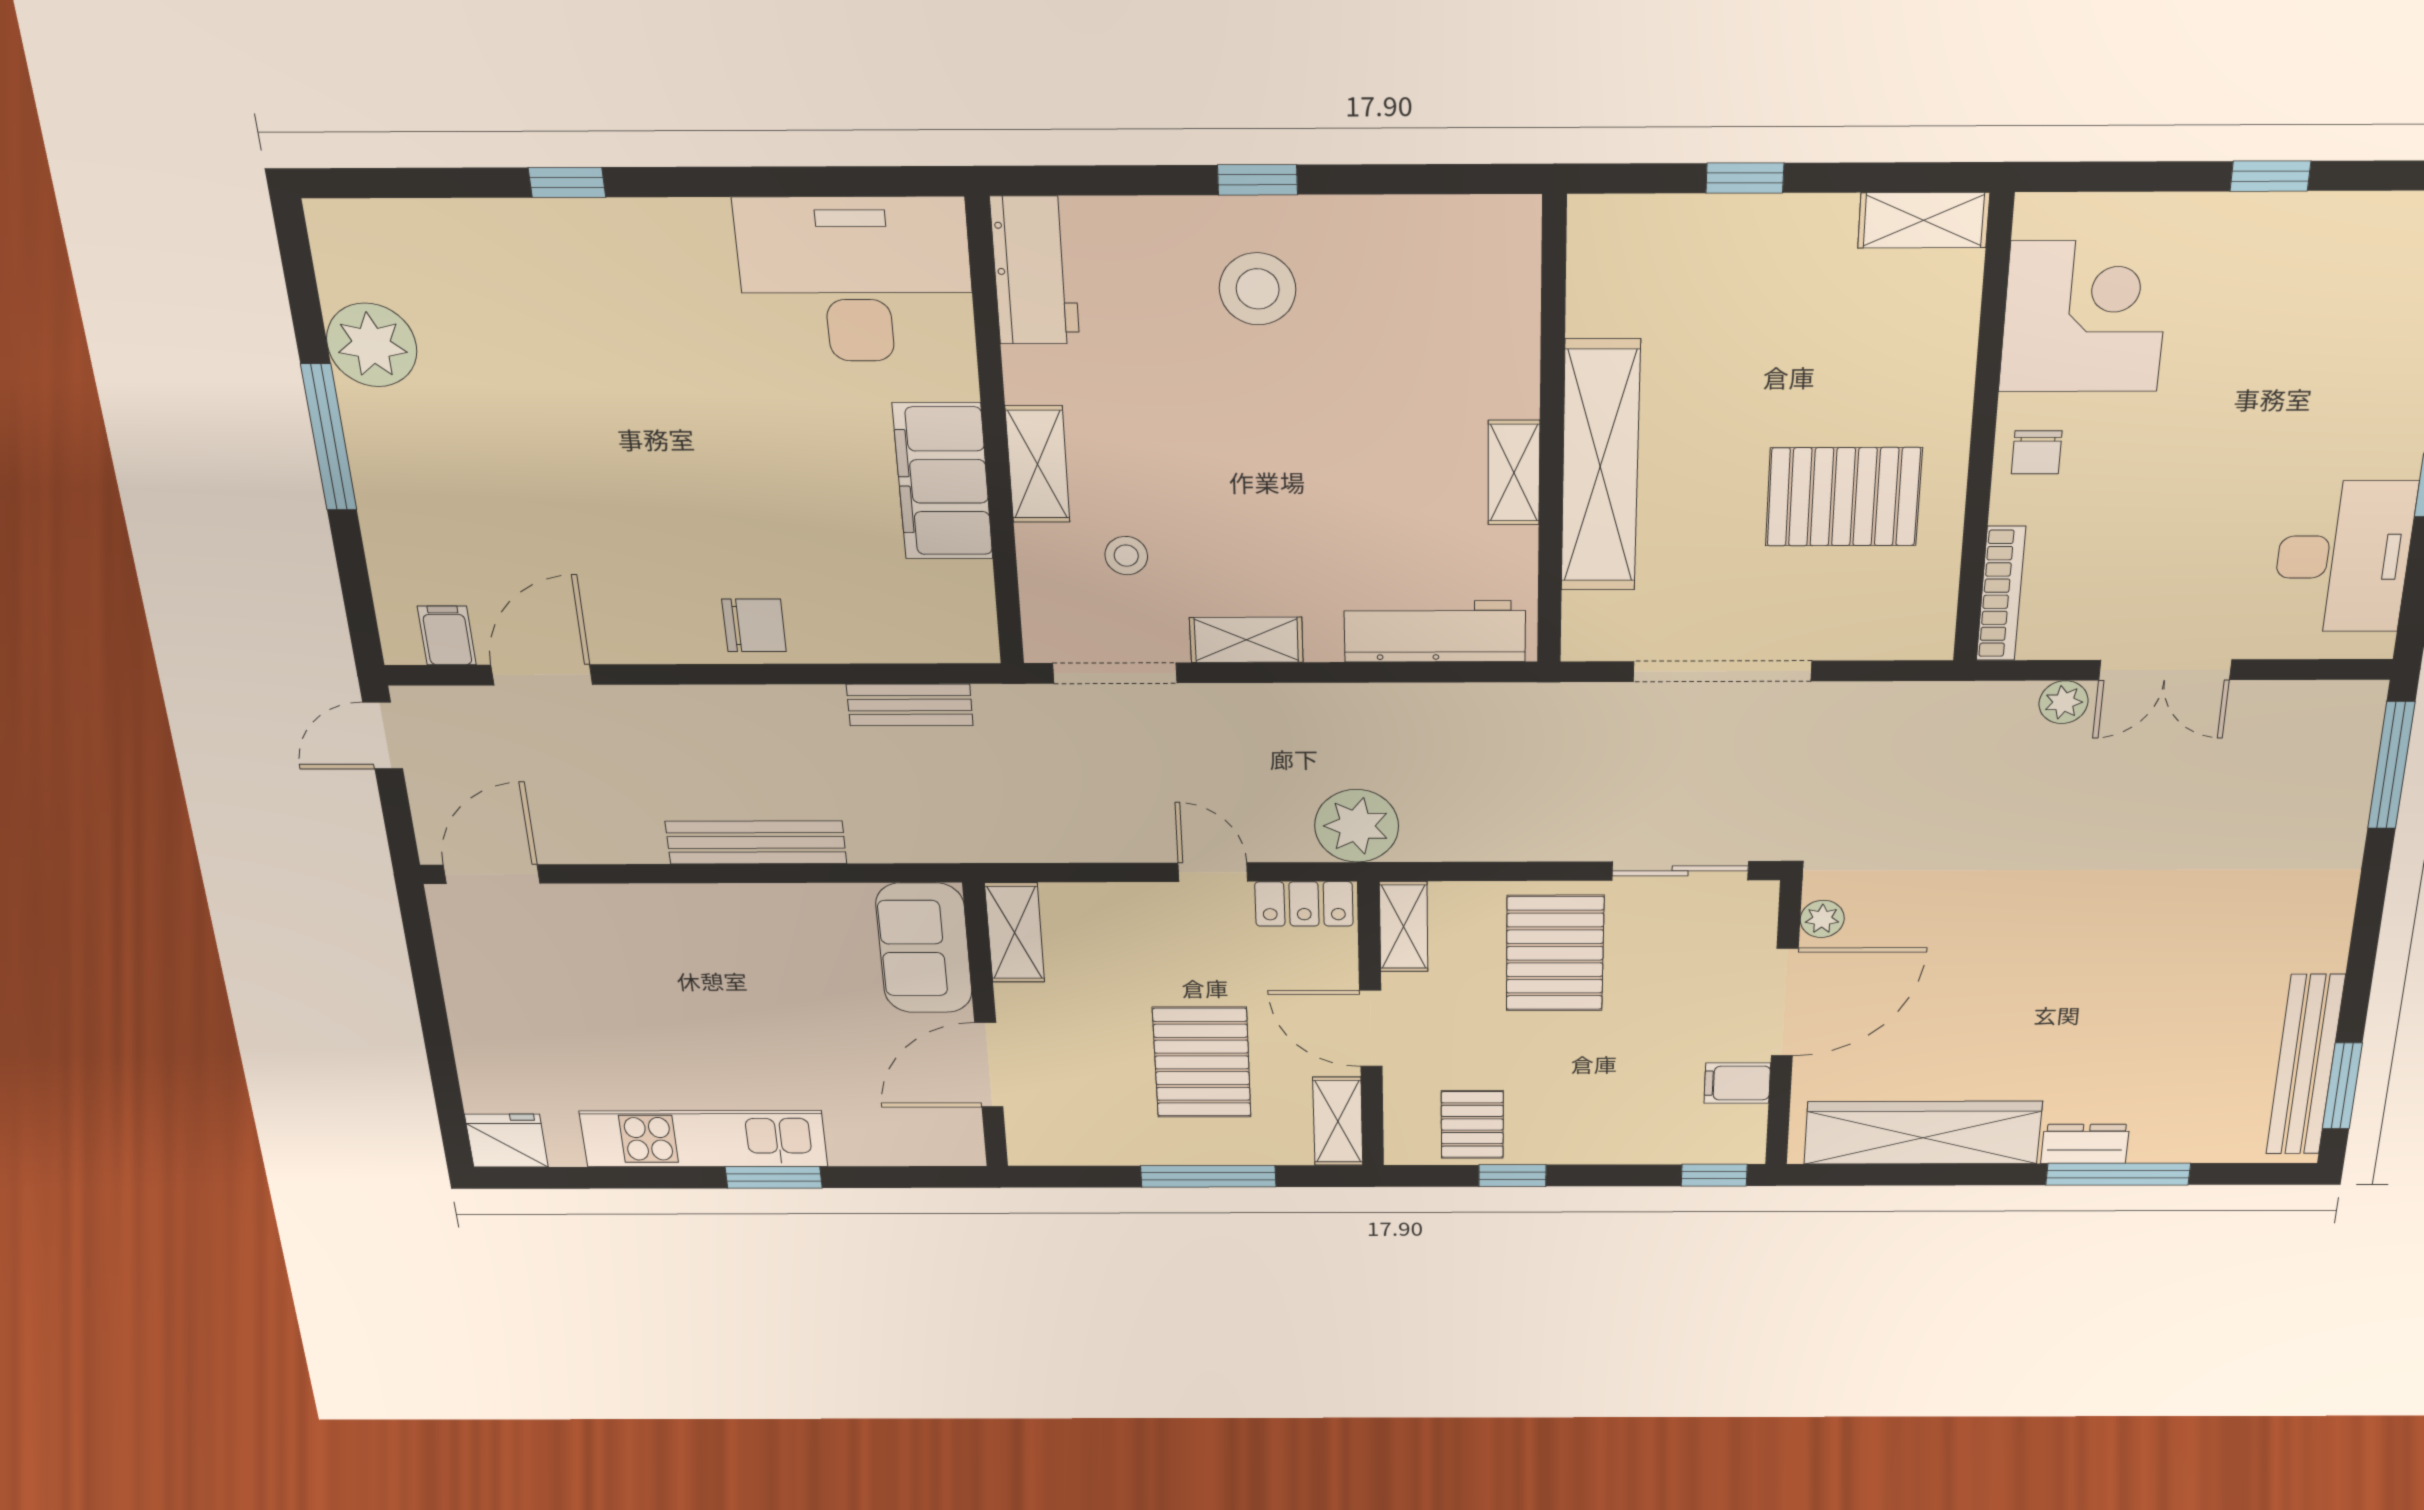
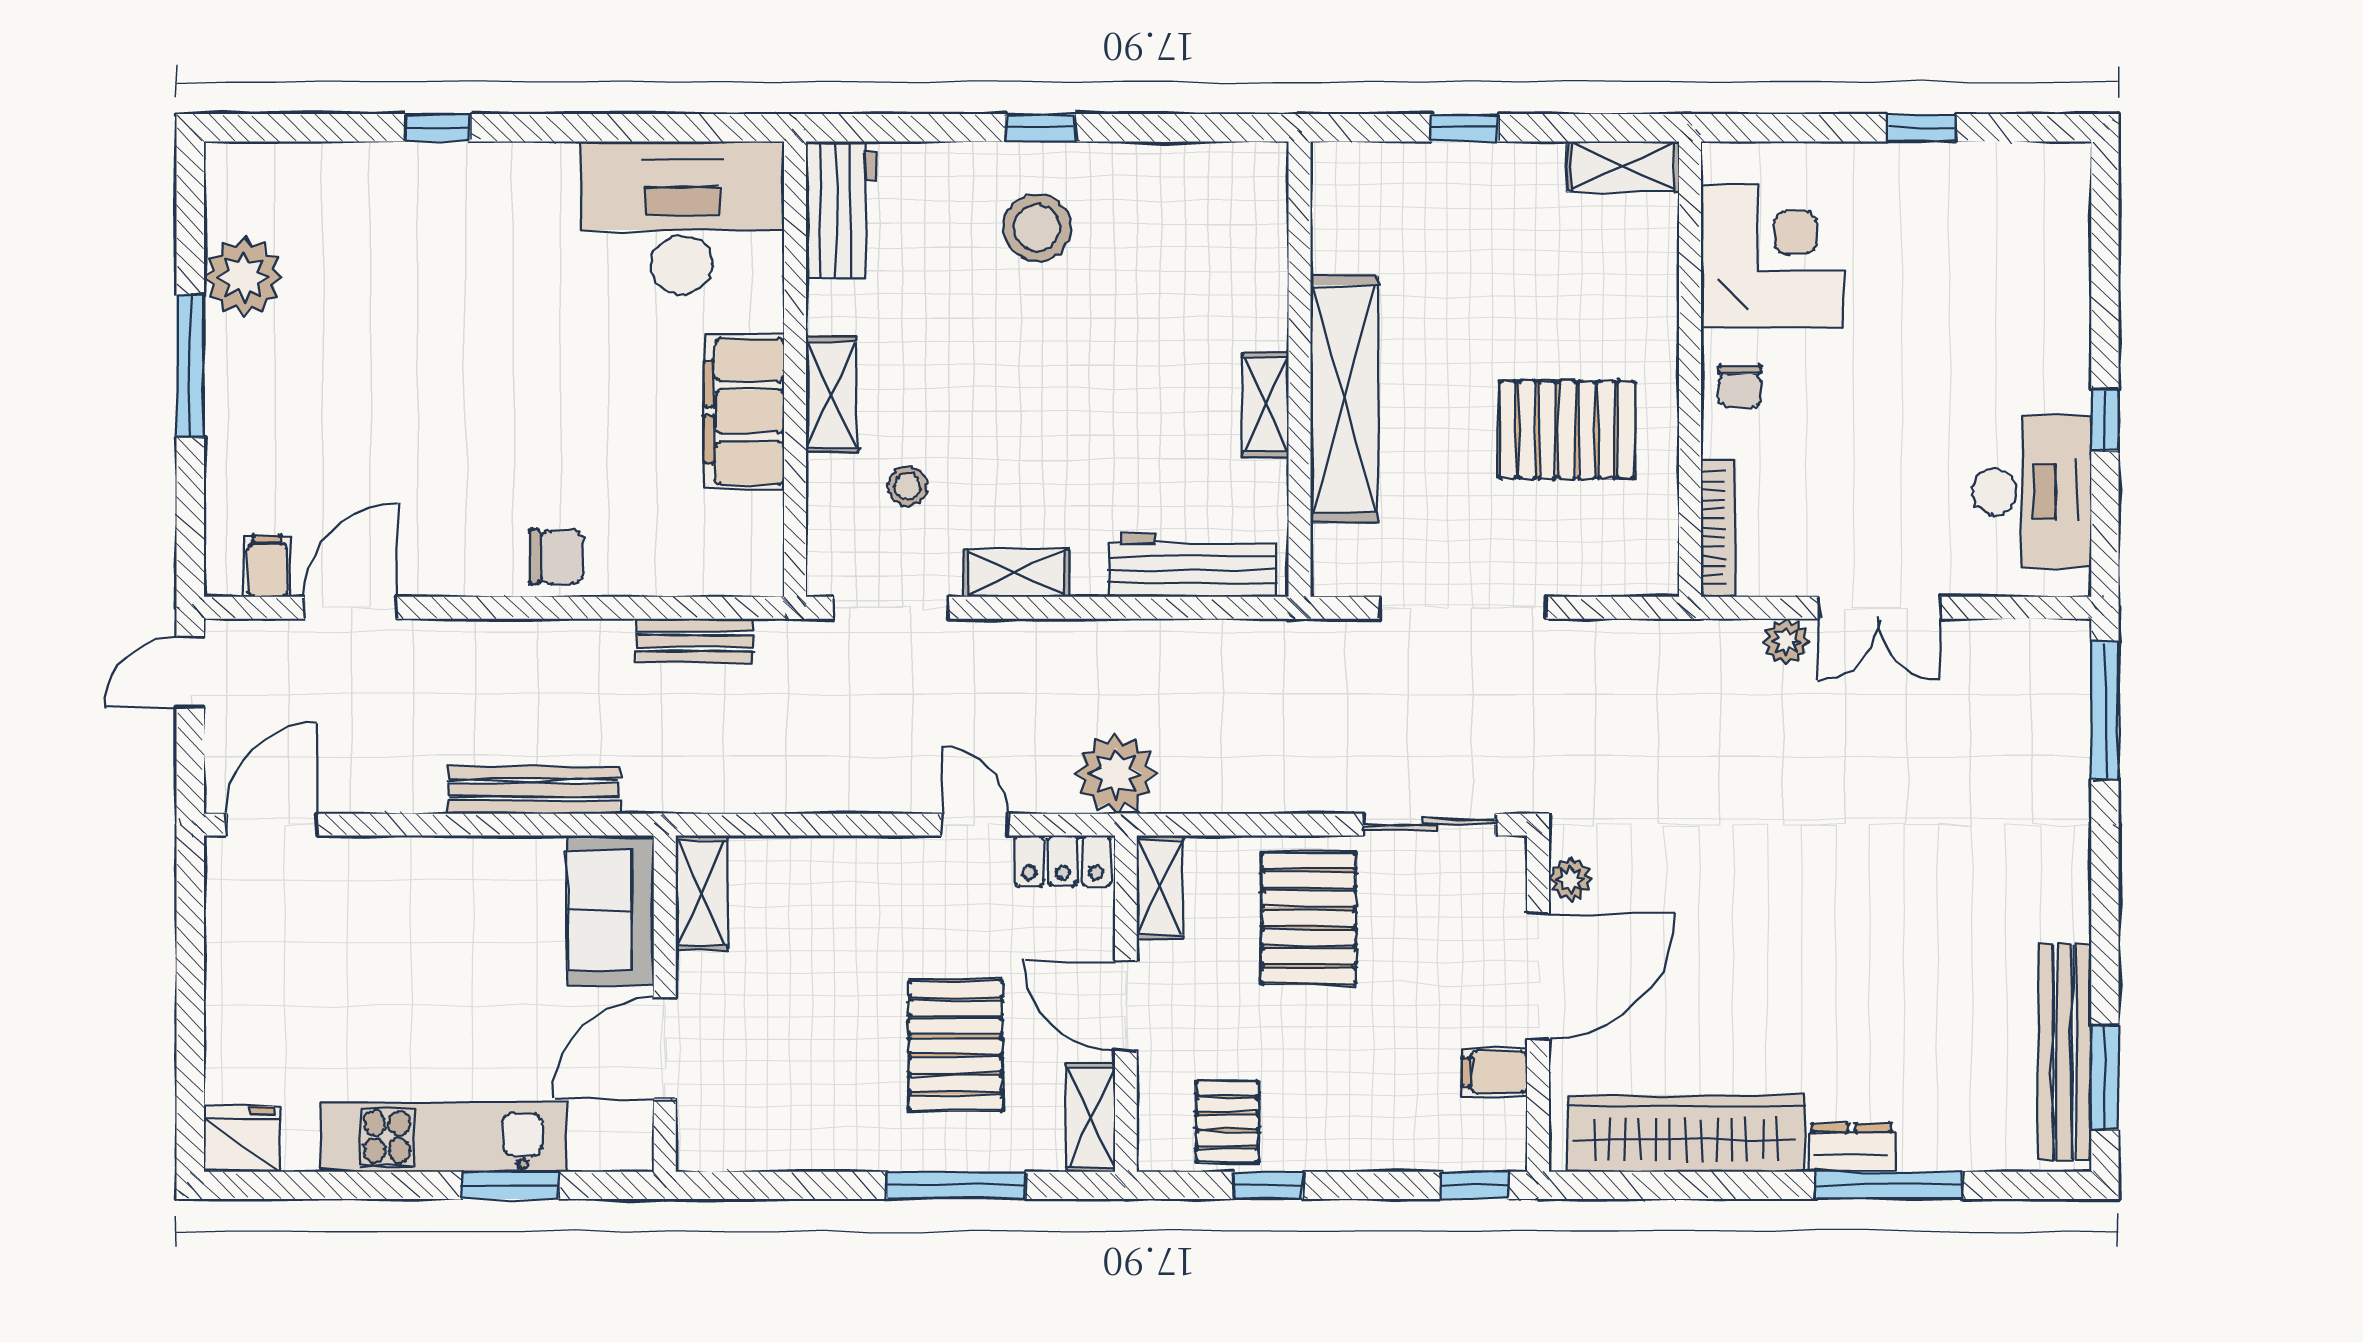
shelving: (1015, 933) -> (701, 893), moved
sofa: (924, 948) -> (611, 910), moved
wall: (986, 1028) -> (665, 1004), moved
door: (989, 1065) -> (665, 1048), moved

